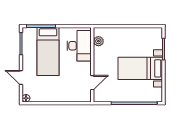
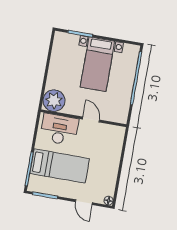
plant: (98, 41) -> (54, 101), width x1.88, depth x1.88
door: (21, 78) -> (84, 202), hinge flipped
door: (92, 83) -> (91, 120), moved

